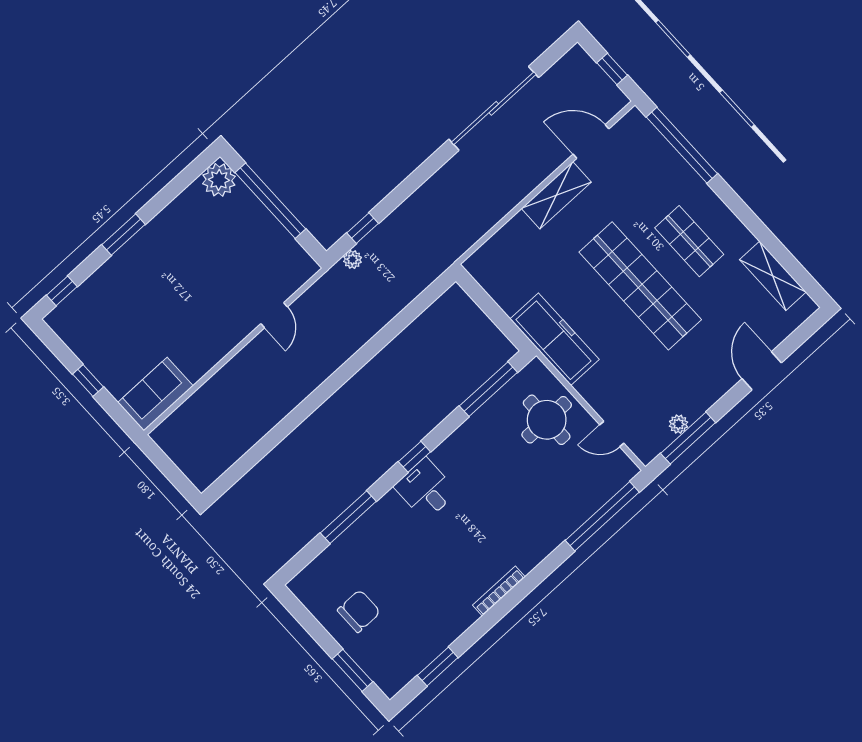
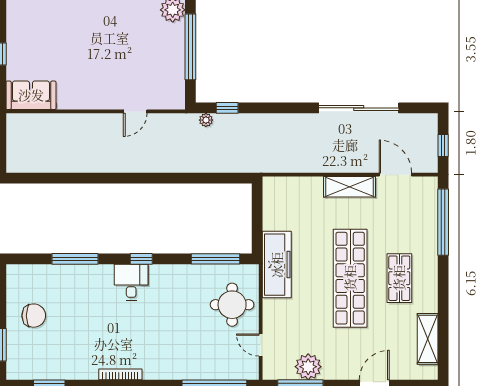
plant: (679, 424) -> (308, 367), width x1.88, depth x1.88

